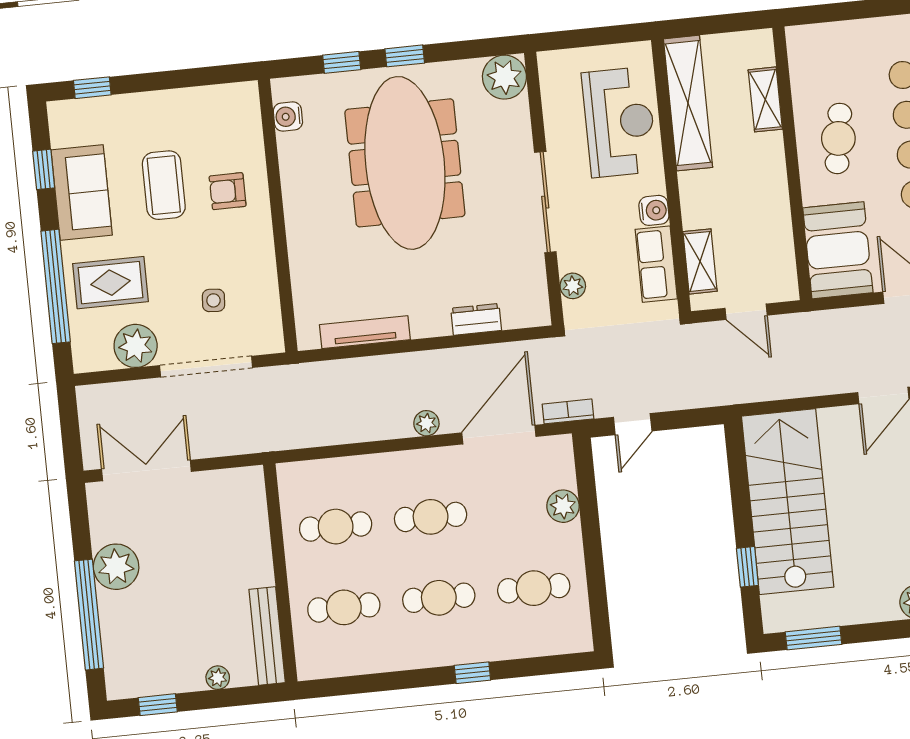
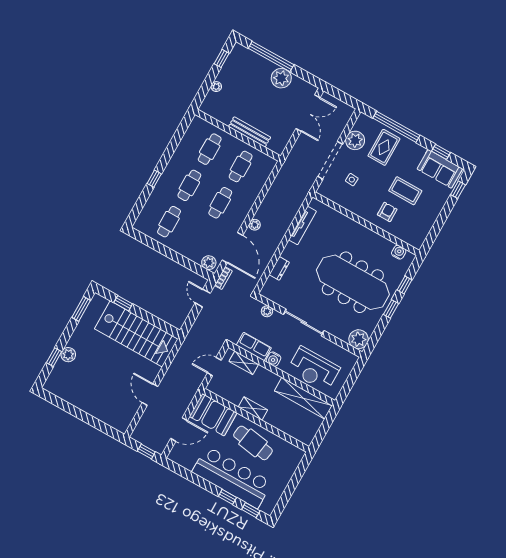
shelving: (765, 99) -> (253, 409), moved
cafe table: (838, 138) -> (253, 443), width x1.37, depth x1.35
sofa: (82, 193) -> (440, 169), moved
plant: (563, 506) -> (209, 263), moved
bench: (267, 636) -> (250, 132), moved

